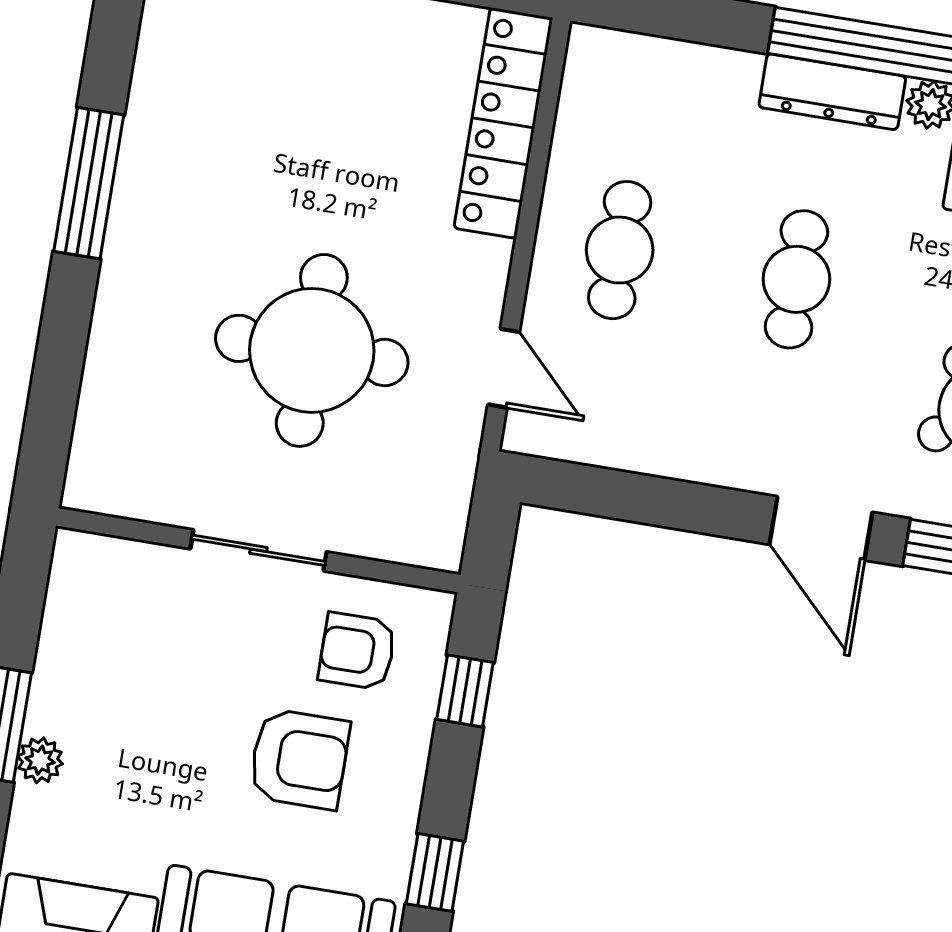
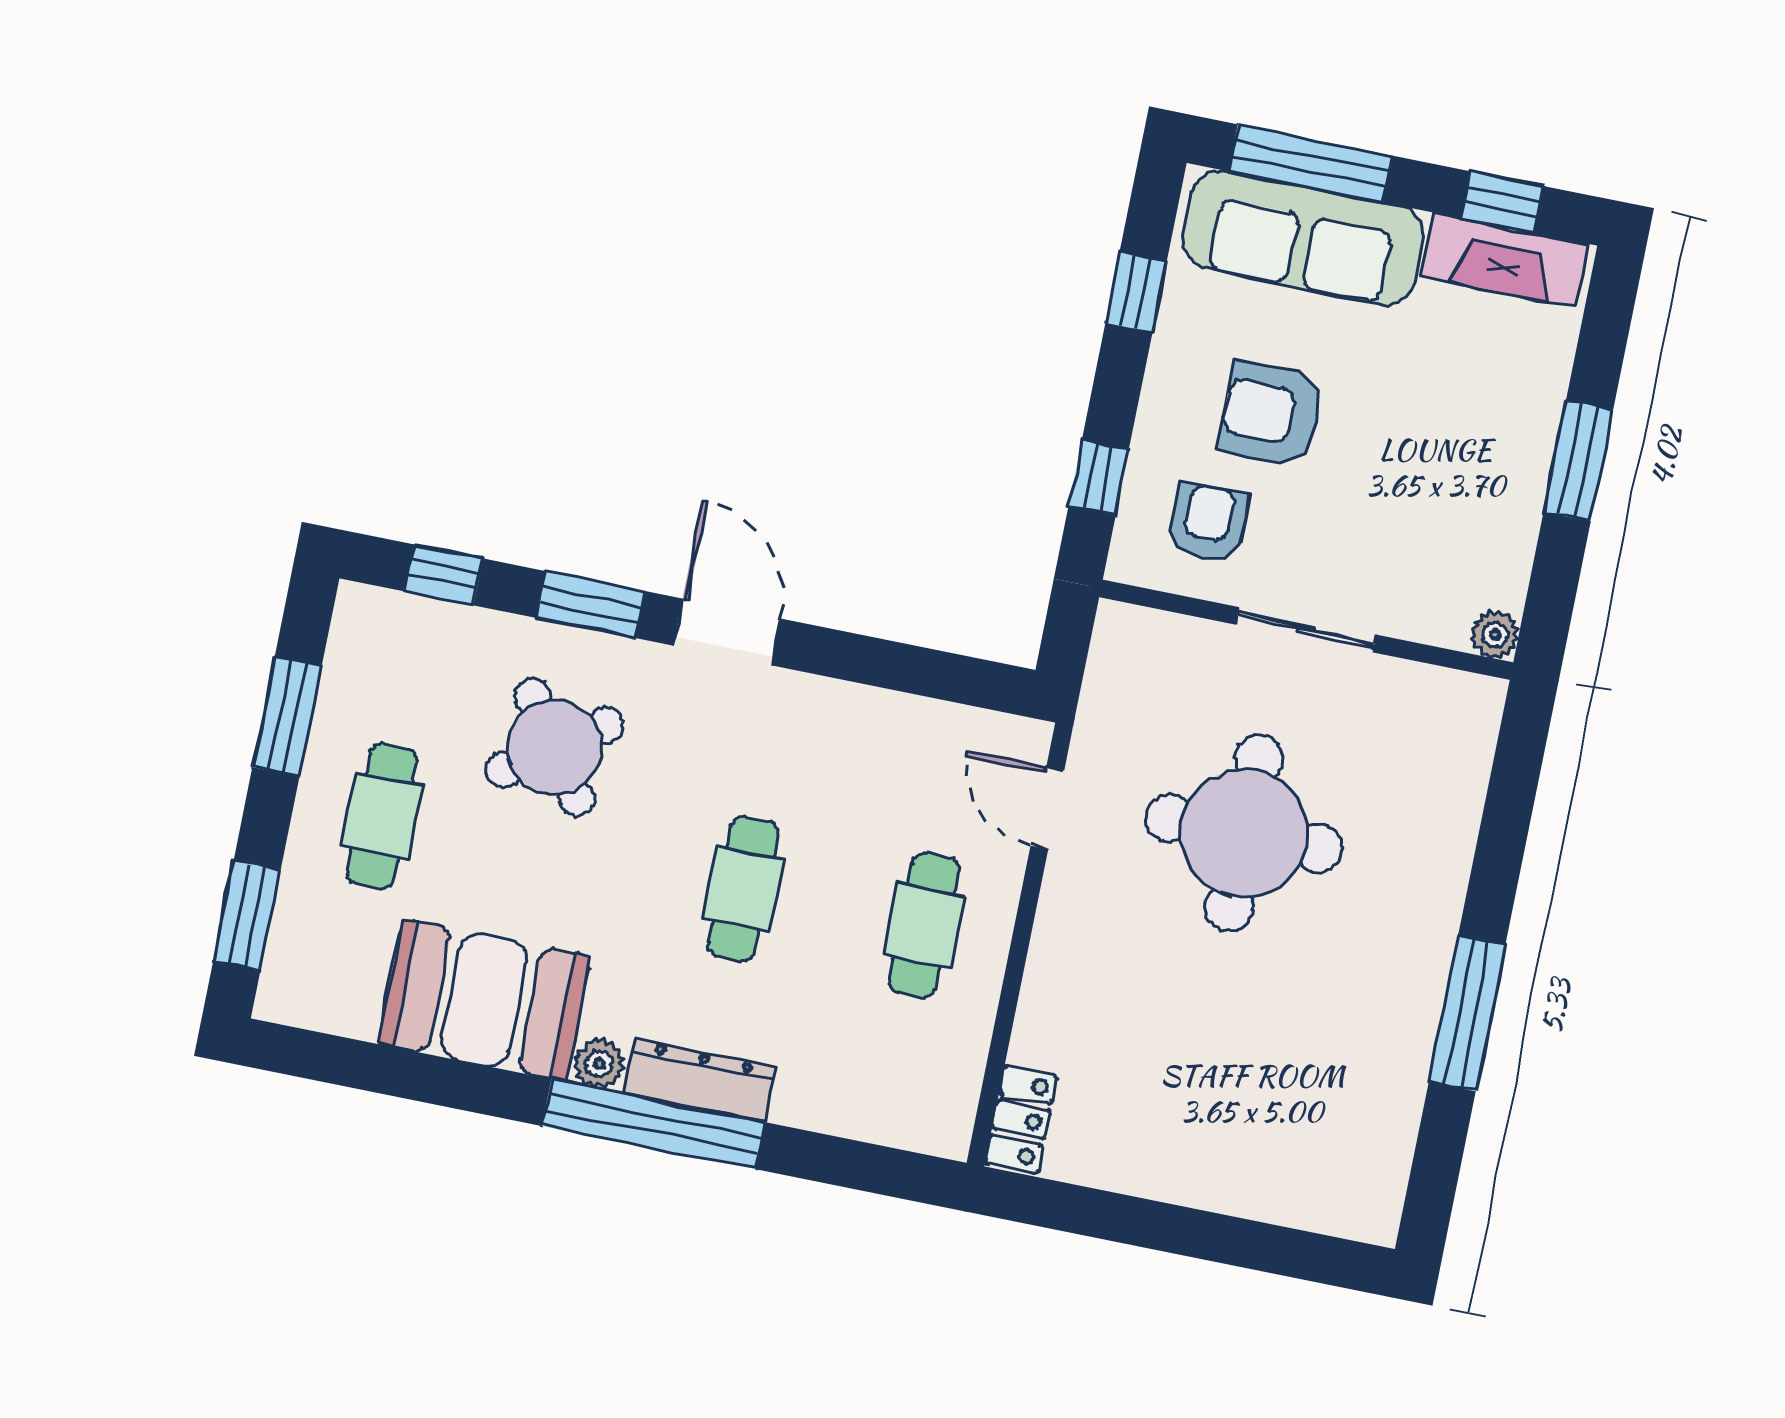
locker: (503, 123) -> (1021, 1119), width x0.46, depth x0.83
armchair: (357, 651) -> (1208, 522), turned -90
plant: (40, 760) -> (1495, 635), moved

